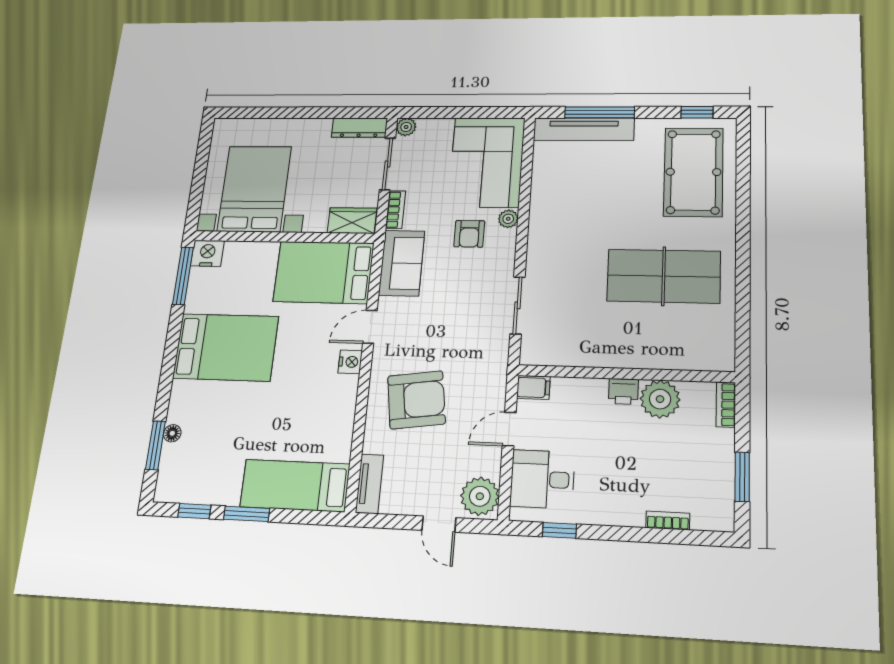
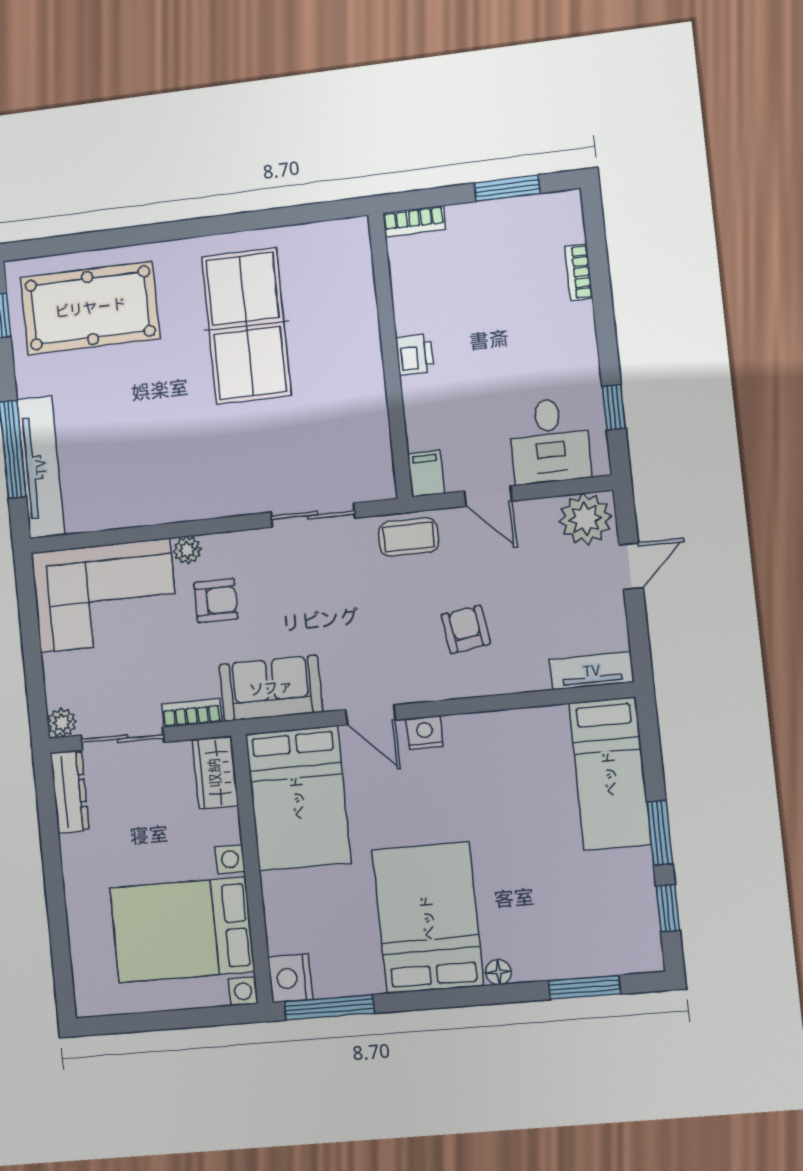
coffee table: (490, 369) -> (408, 537), added
plant: (660, 399) -> (419, 306), removed
armchair: (416, 400) -> (466, 629), width x0.53, depth x0.53
floor lamp: (172, 433) -> (498, 972), moved

